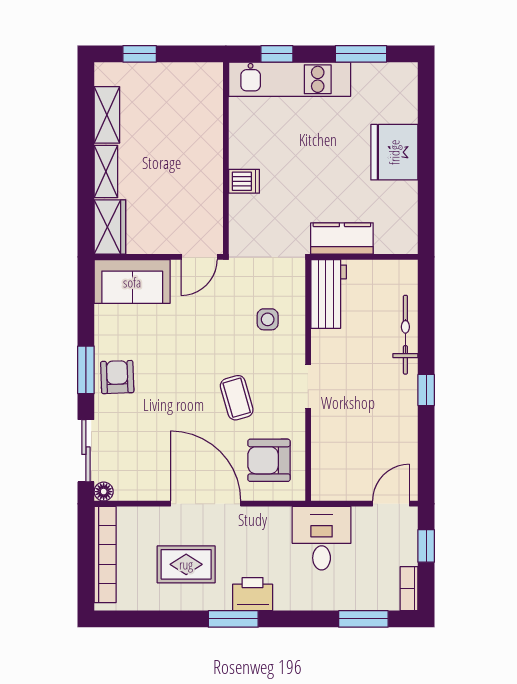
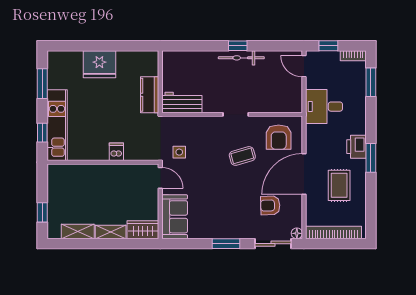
side table: (268, 319) -> (179, 152), moved
bicycle: (405, 335) -> (241, 58), moved
armchair: (117, 377) -> (270, 205), moved

